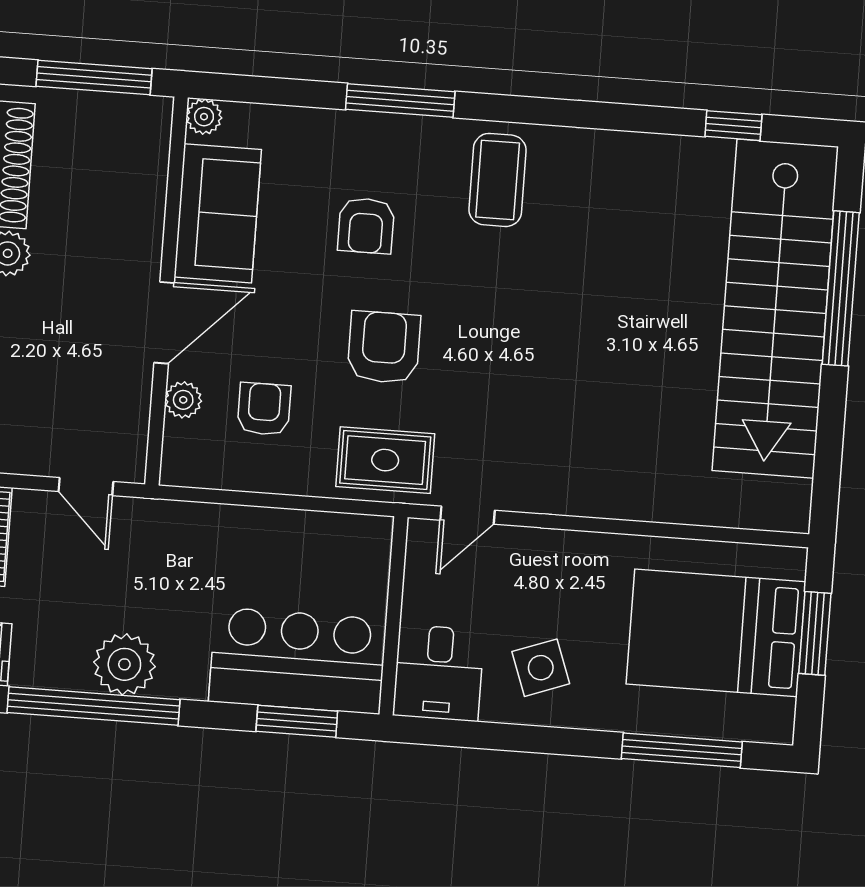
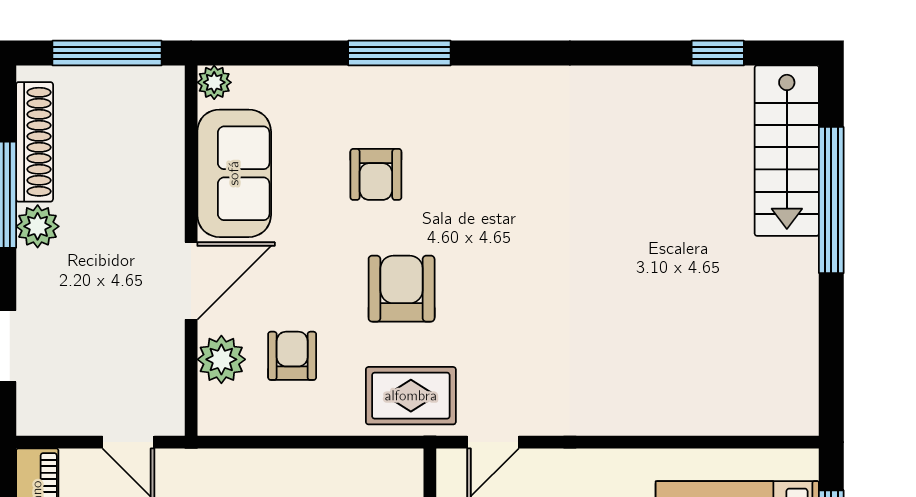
coffee table: (498, 180) -> (498, 122), removed
stairs: (775, 309) -> (787, 151), width x0.54, depth x0.66
plant: (183, 400) -> (221, 359), width x1.38, depth x1.38

